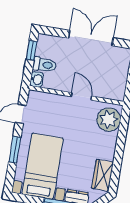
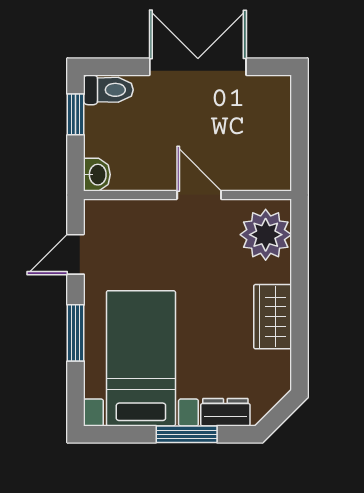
toilet: (44, 65) -> (108, 90), moved
wardrobe: (103, 175) -> (273, 317), moved

